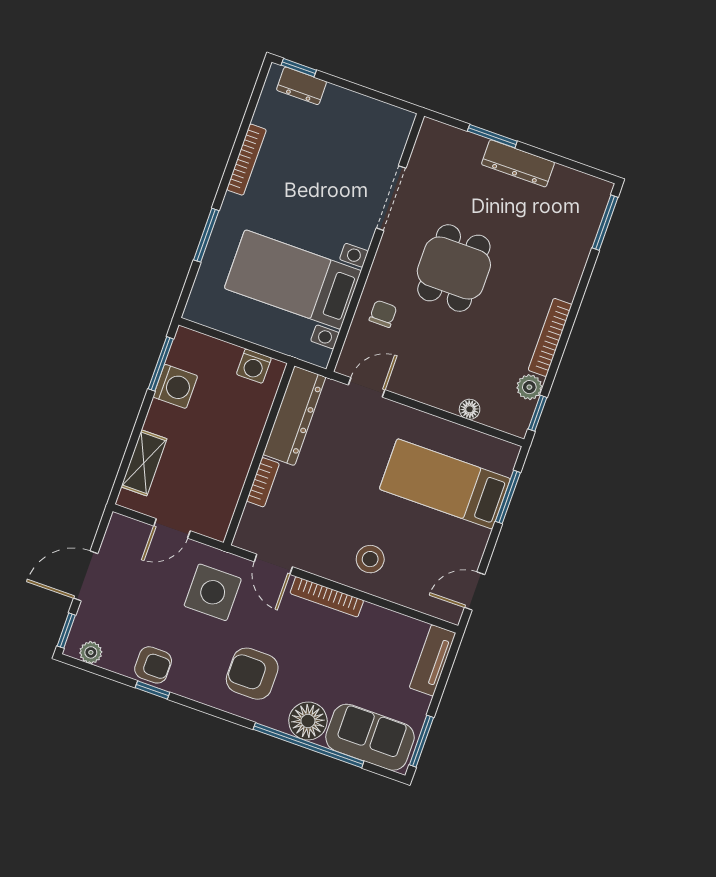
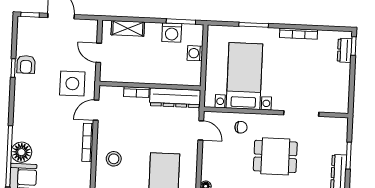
washing machine: (254, 366) -> (195, 53), moved
plant: (91, 652) -> (23, 31), removed
armchair: (252, 674) -> (37, 116), removed

